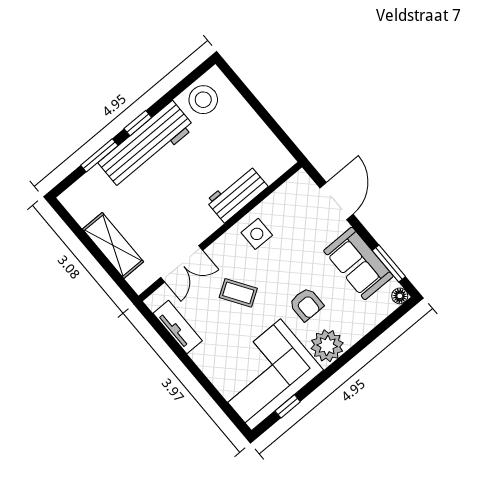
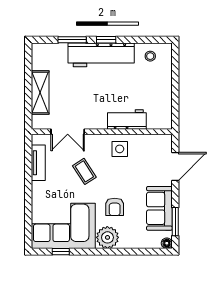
stool: (203, 100) -> (150, 56), width x0.53, depth x0.53

